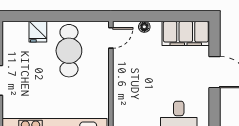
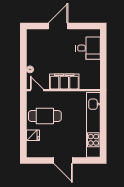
filing cabinet: (186, 33) -> (64, 81), moved, turned -90

